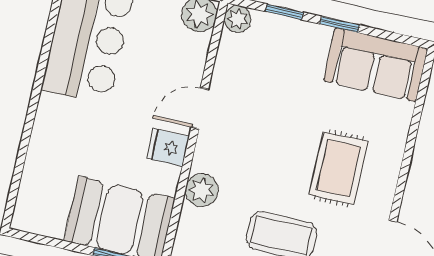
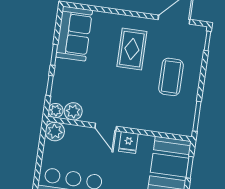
rug: (339, 168) -> (132, 49), turned 90
plant: (202, 190) -> (73, 111), moved

